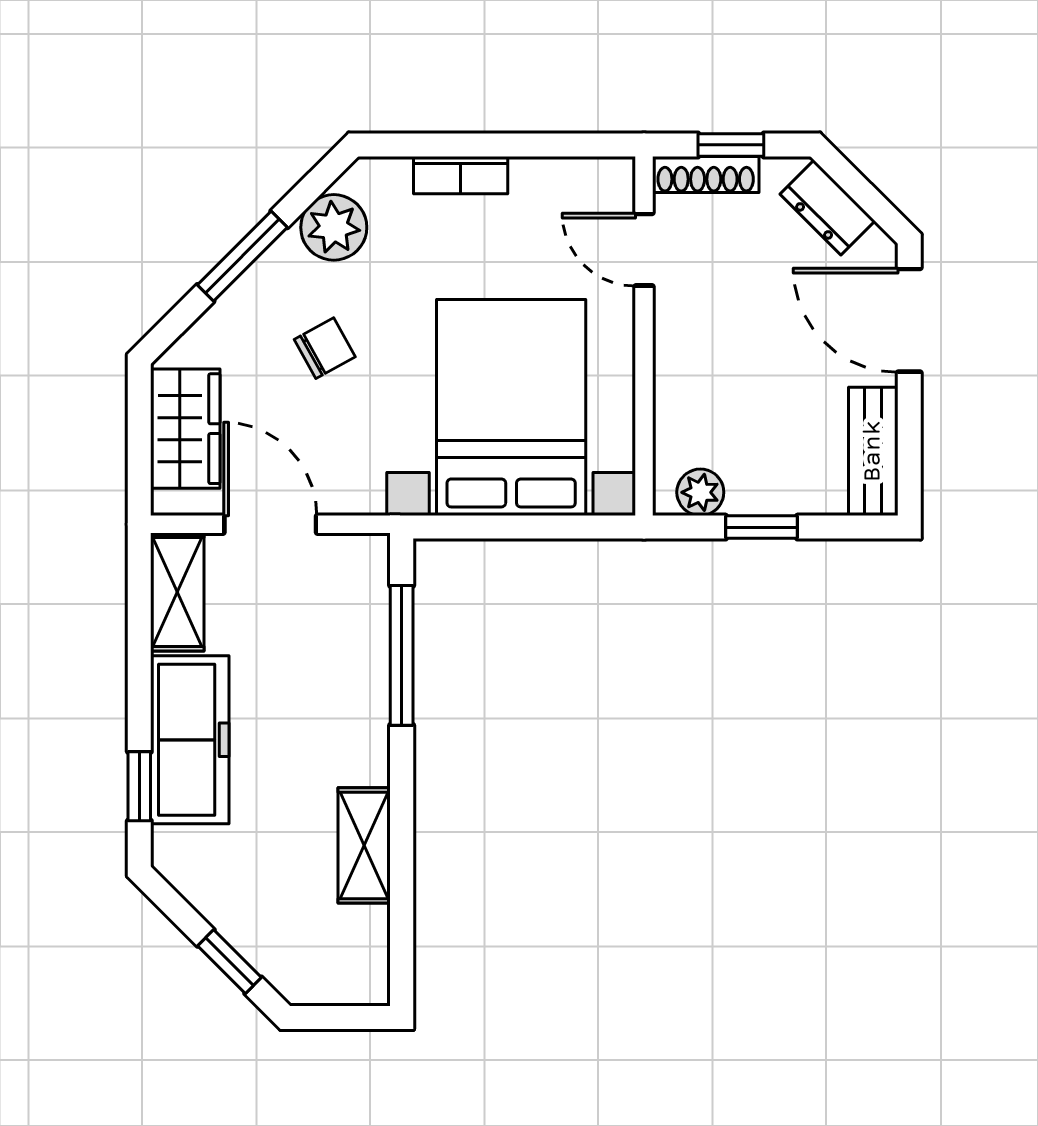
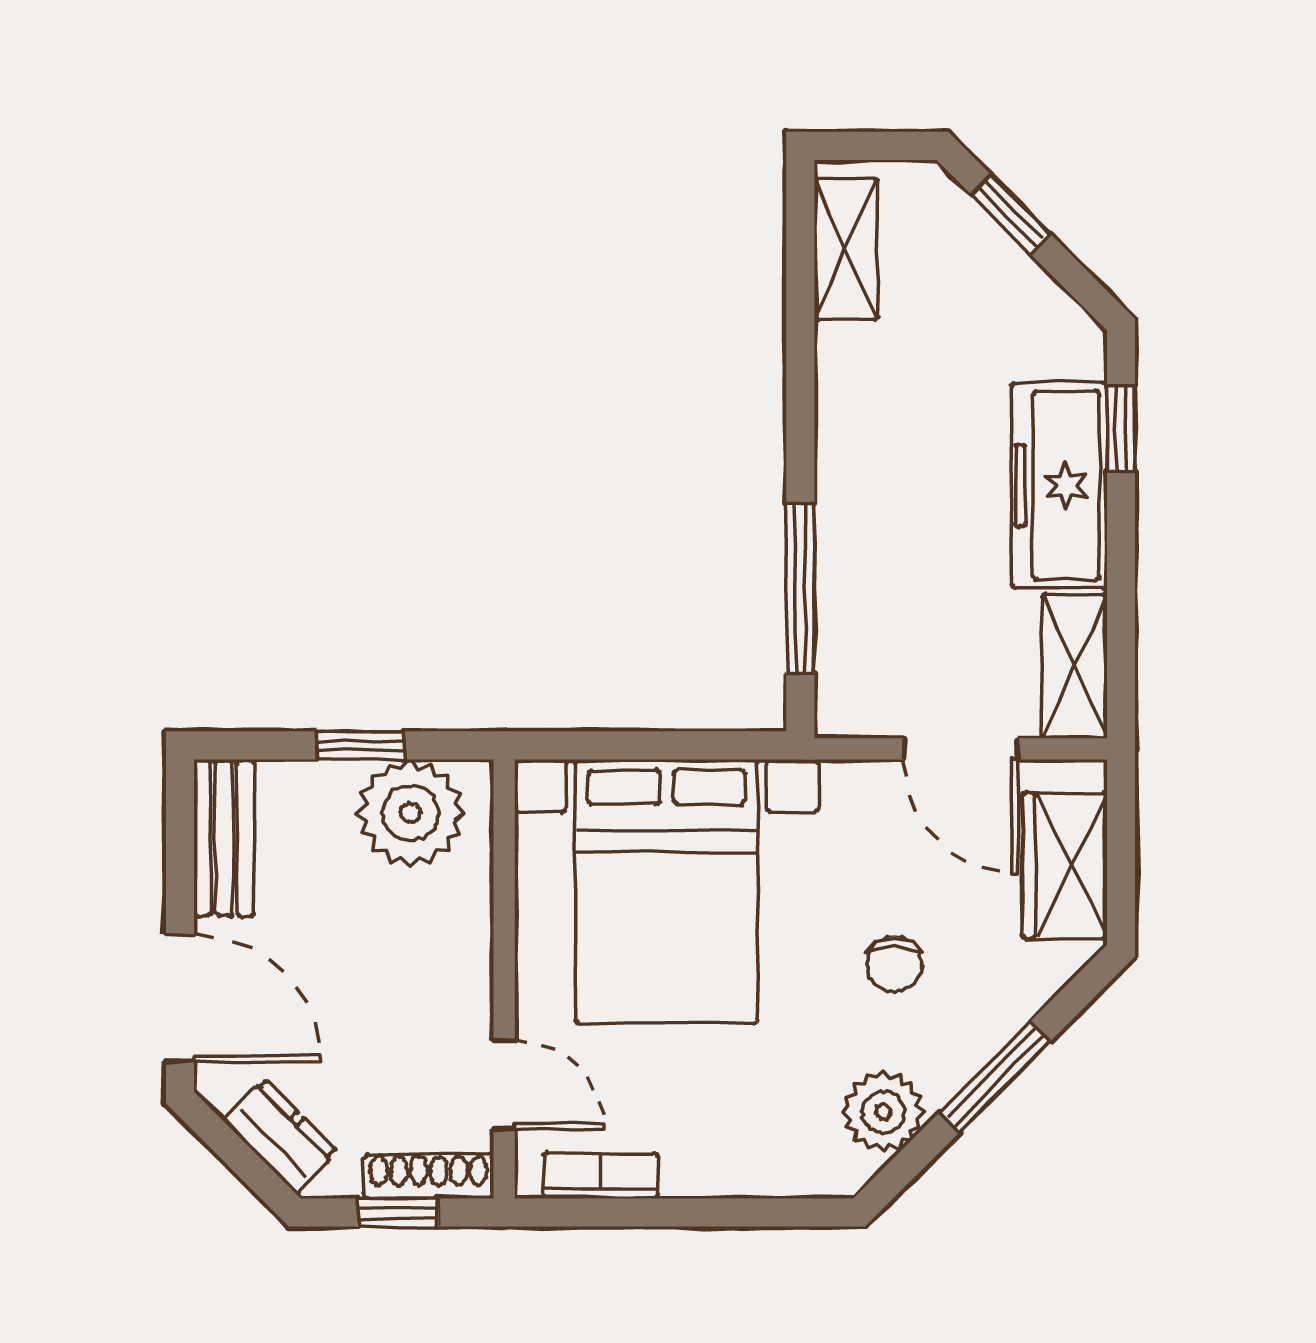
bookcase: (461, 175) -> (601, 1176), moved
chair: (325, 348) -> (894, 964), turned -61
plant: (700, 492) -> (410, 813), width x1.88, depth x1.88
shelving: (364, 845) -> (846, 249), moved

